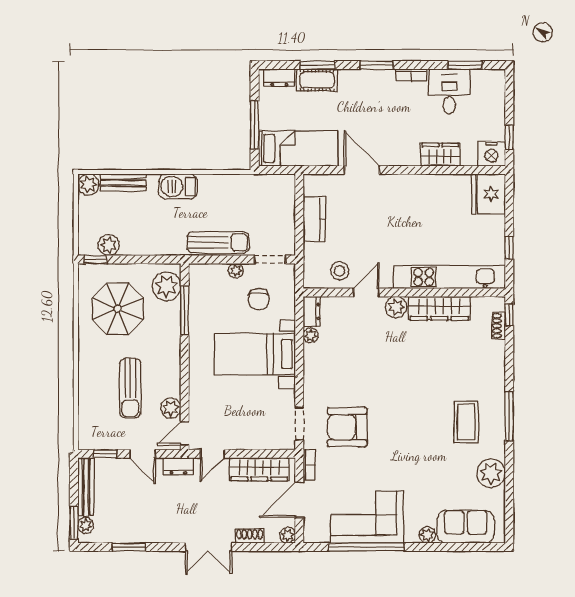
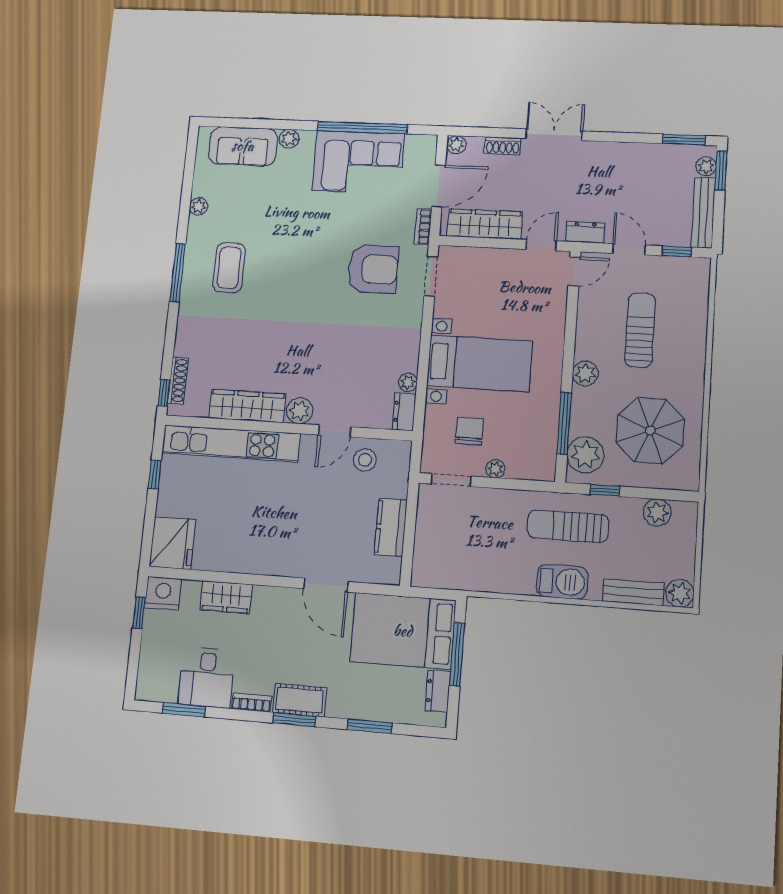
dresser: (279, 78) -> (438, 691), moved, turned -90
cot: (317, 80) -> (300, 700), moved
bed: (298, 148) -> (403, 631), width x1.50
sun lounger: (218, 242) -> (568, 526), moved
window: (96, 259) -> (605, 490), moved
shoe rack: (499, 326) -> (178, 380), width x1.43
plant: (171, 408) -> (585, 374), moved
plant: (491, 473) -> (199, 206), width x0.53, depth x0.53
window: (129, 547) -> (684, 140), moved

